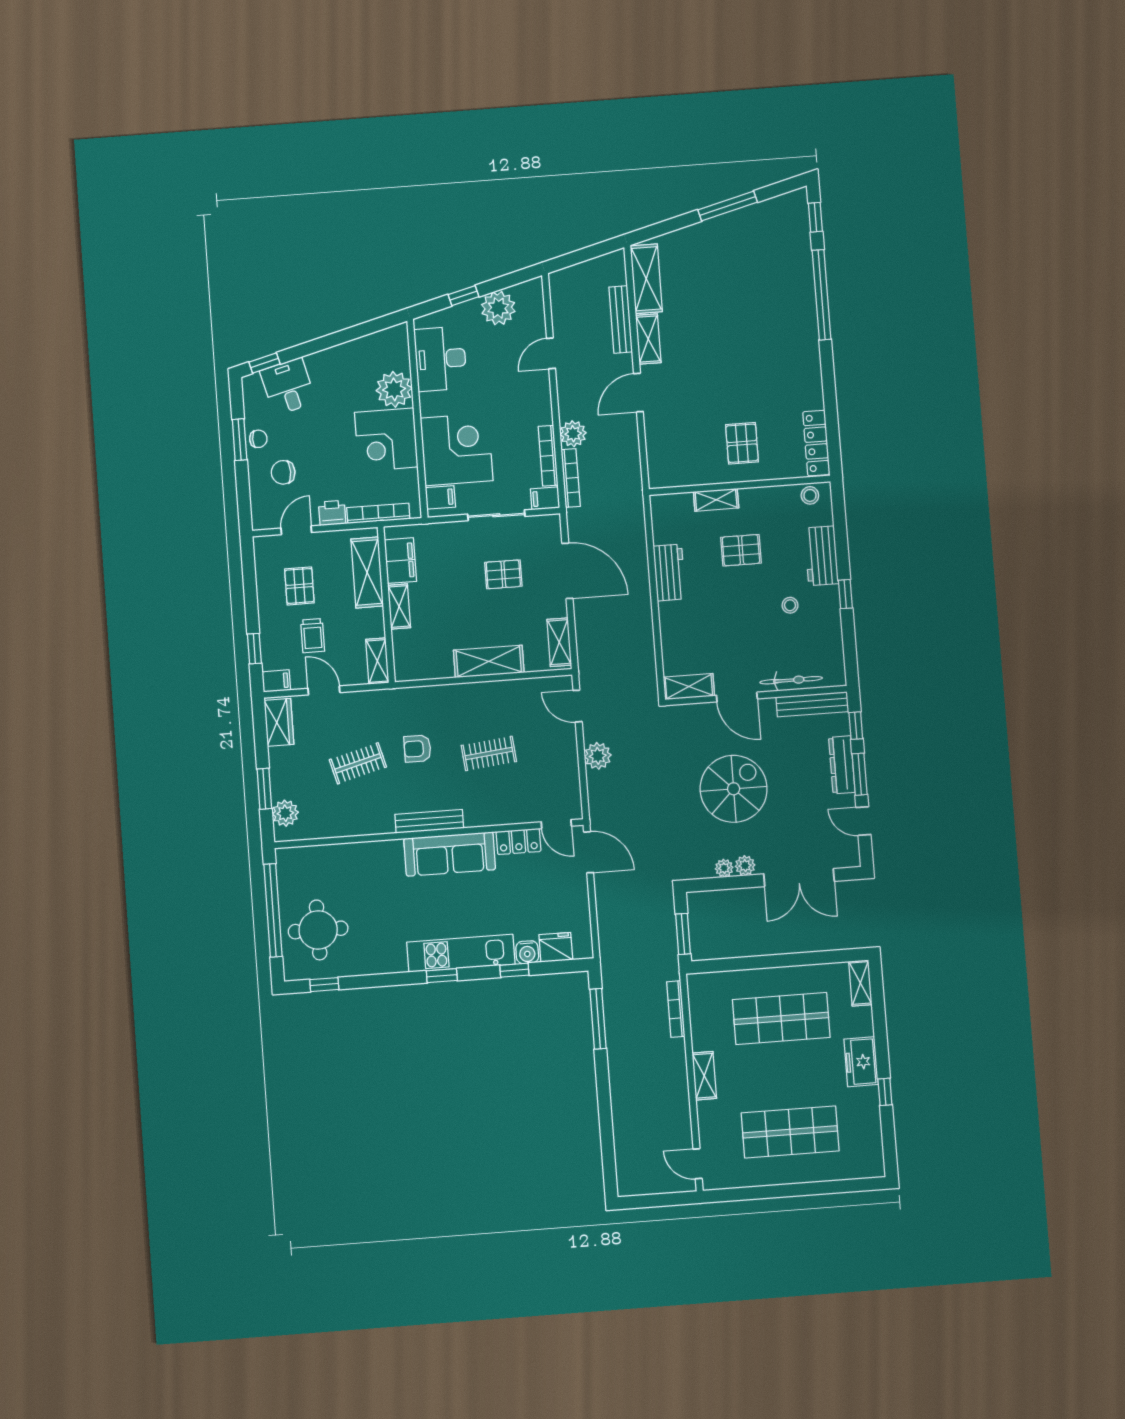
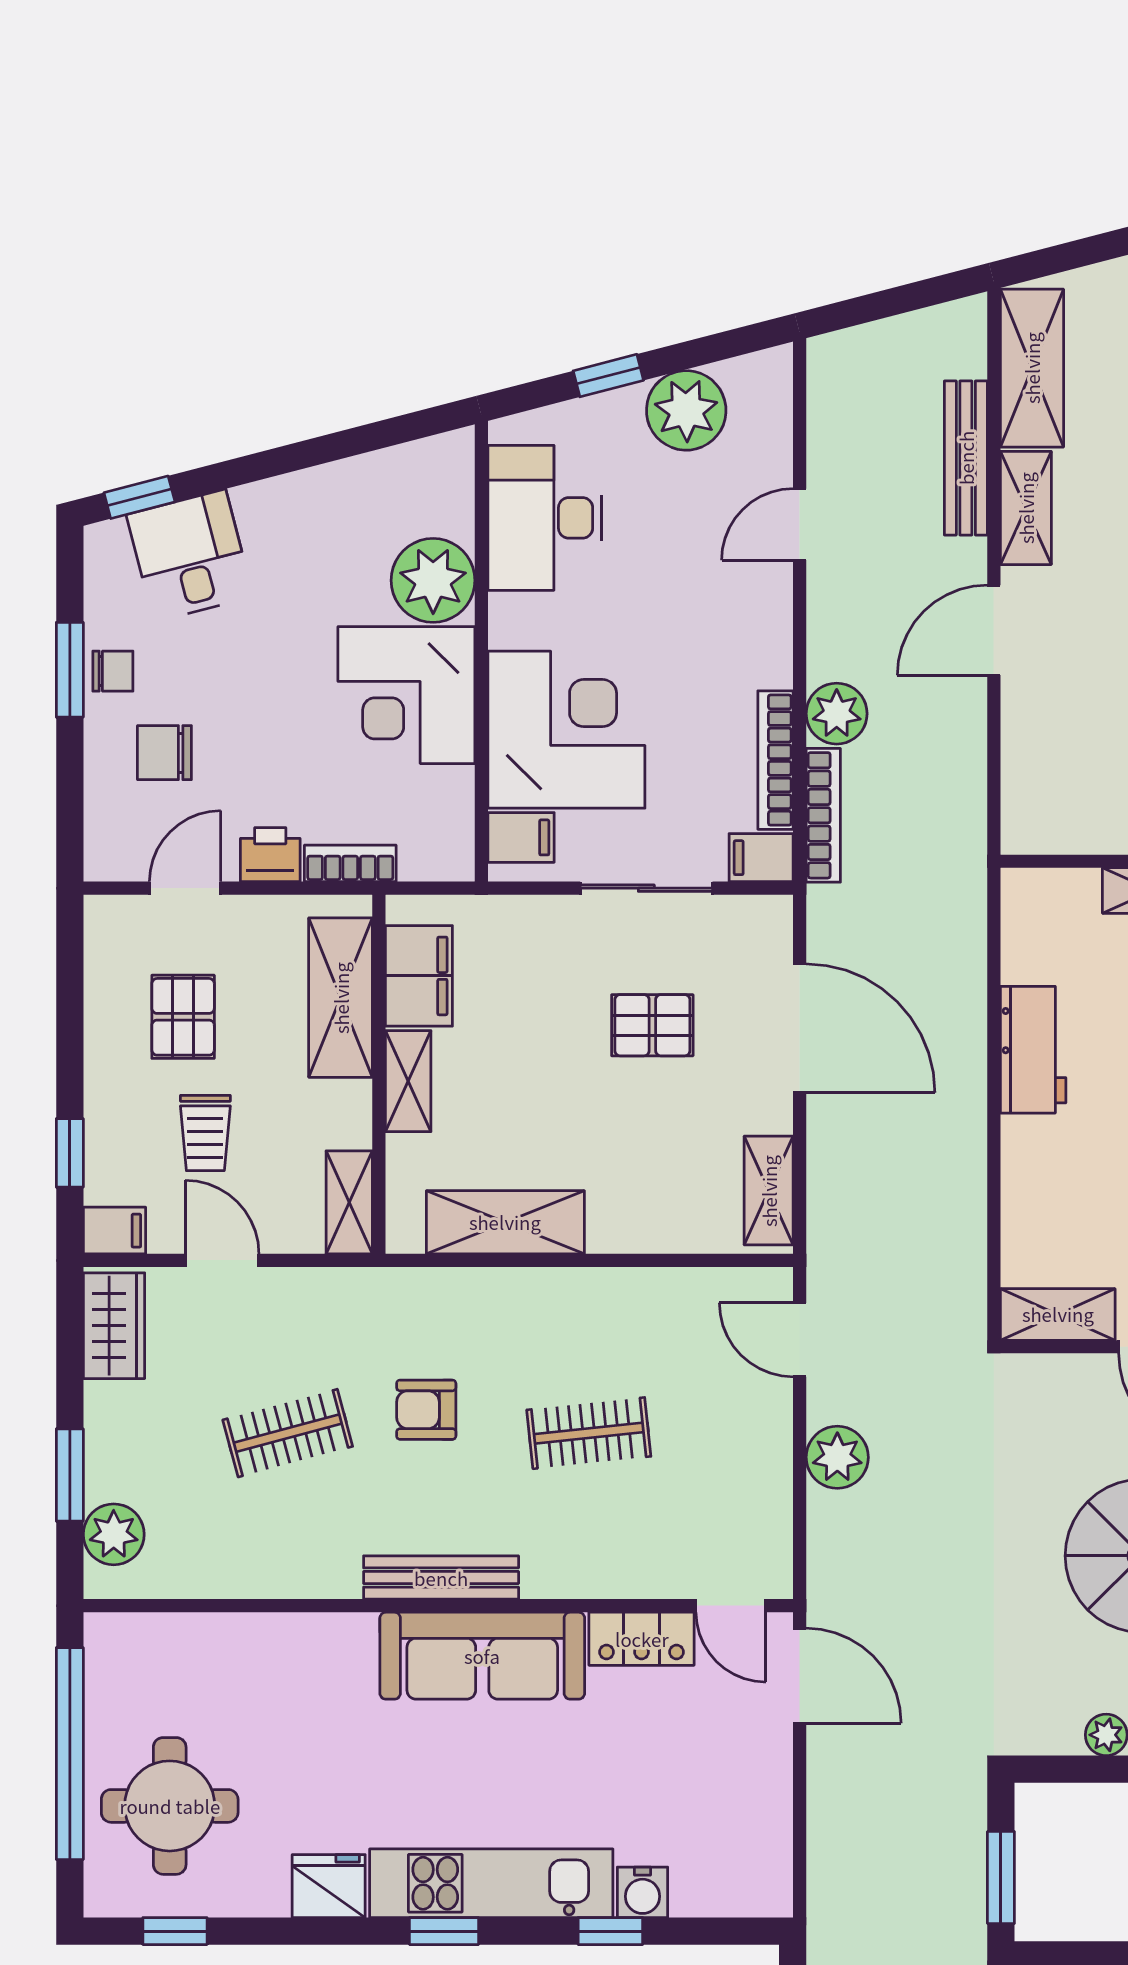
bookcase: (378, 513) -> (350, 863), width x0.64
shelving: (489, 661) -> (505, 1222), moved
fridge: (556, 947) -> (329, 1886), moved

